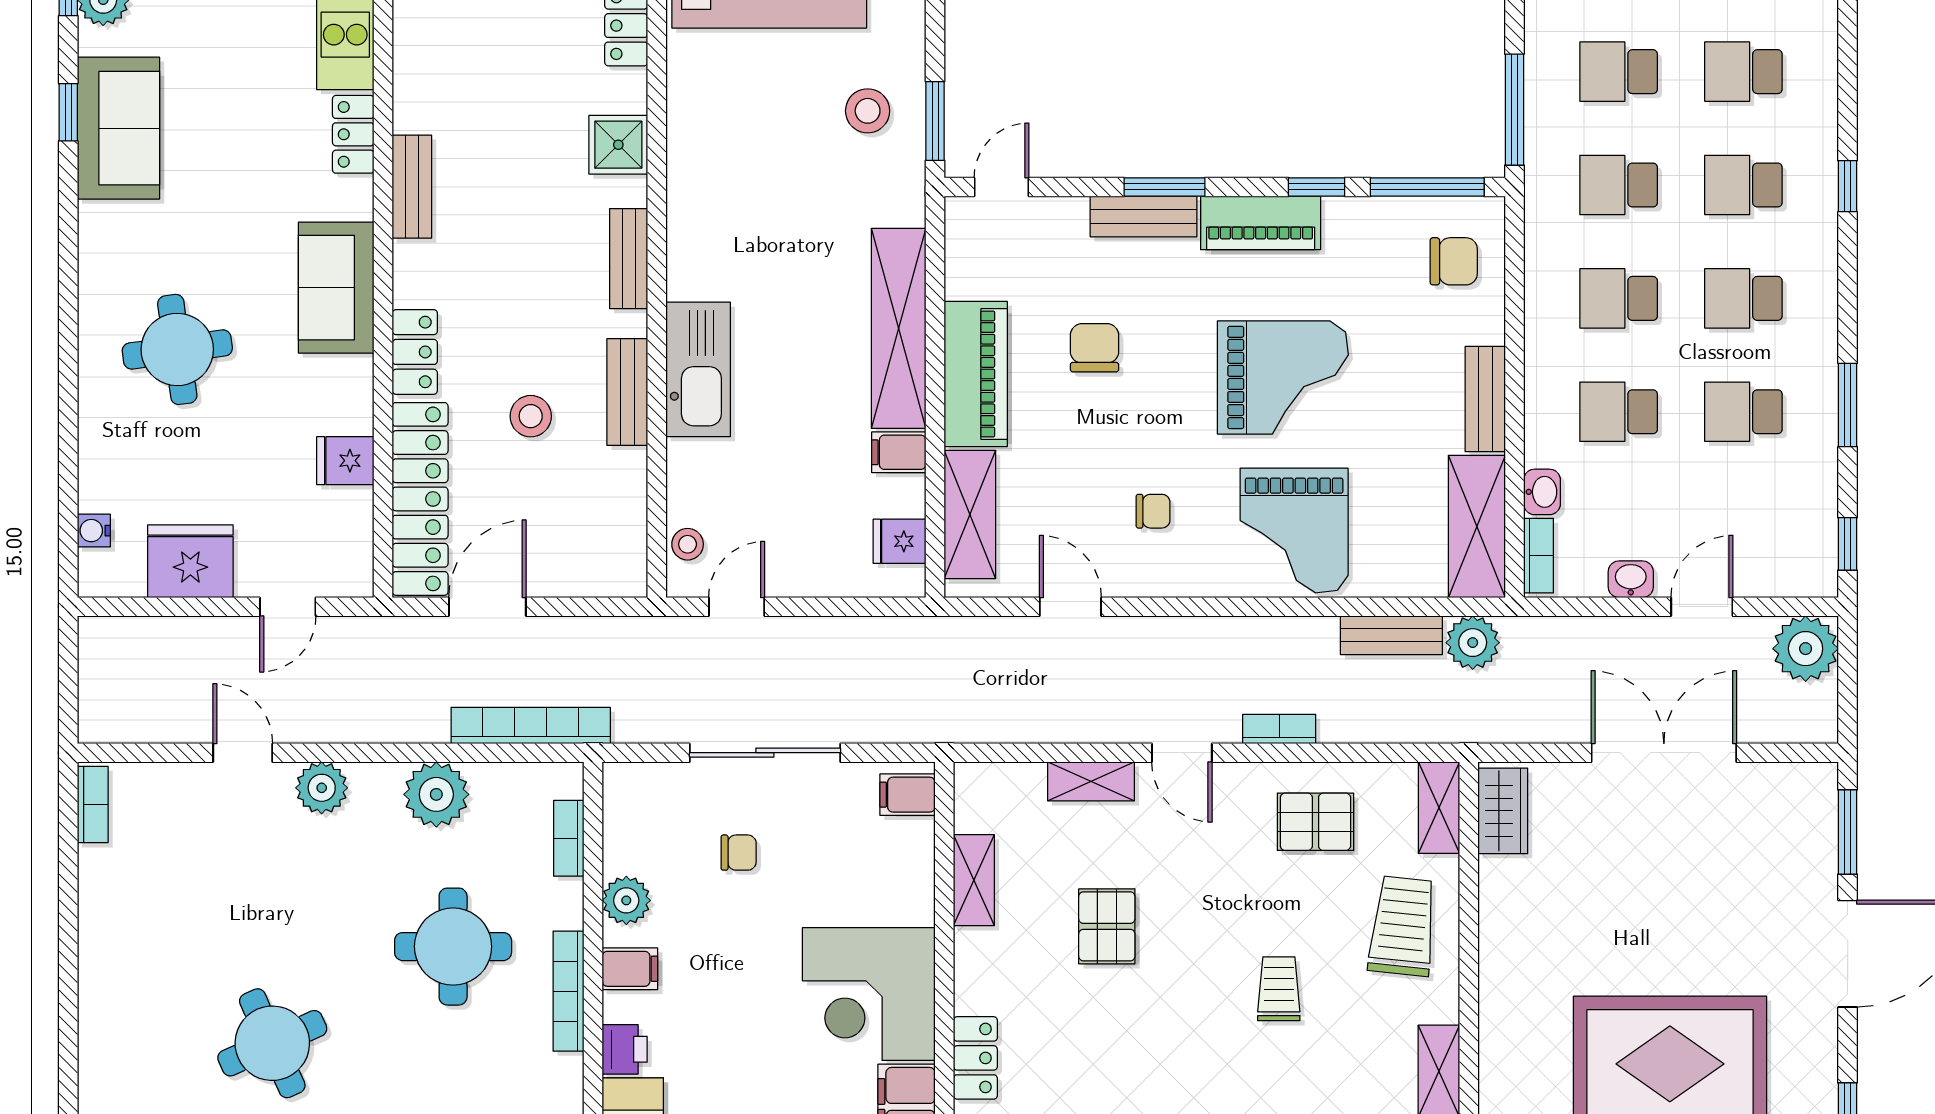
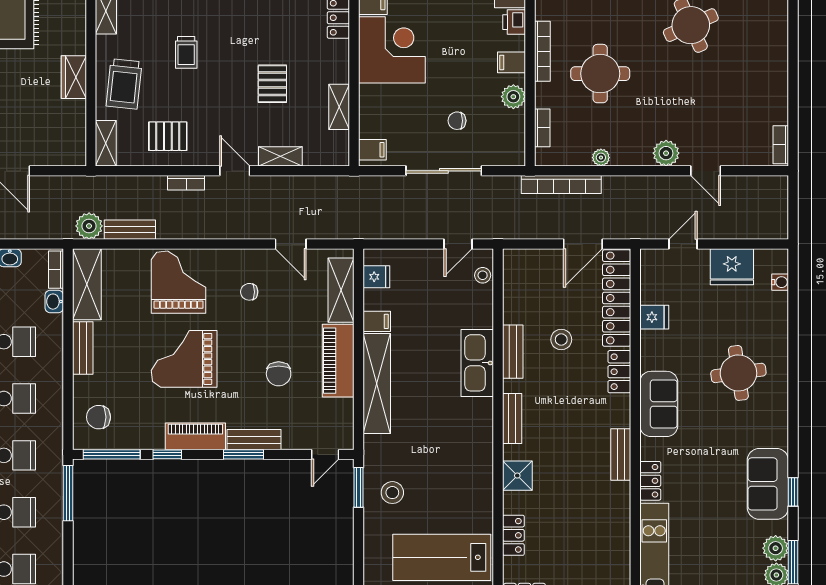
plant: (436, 794) -> (601, 158), width x0.53, depth x0.53
wardrobe: (1503, 811) -> (74, 77), moved

